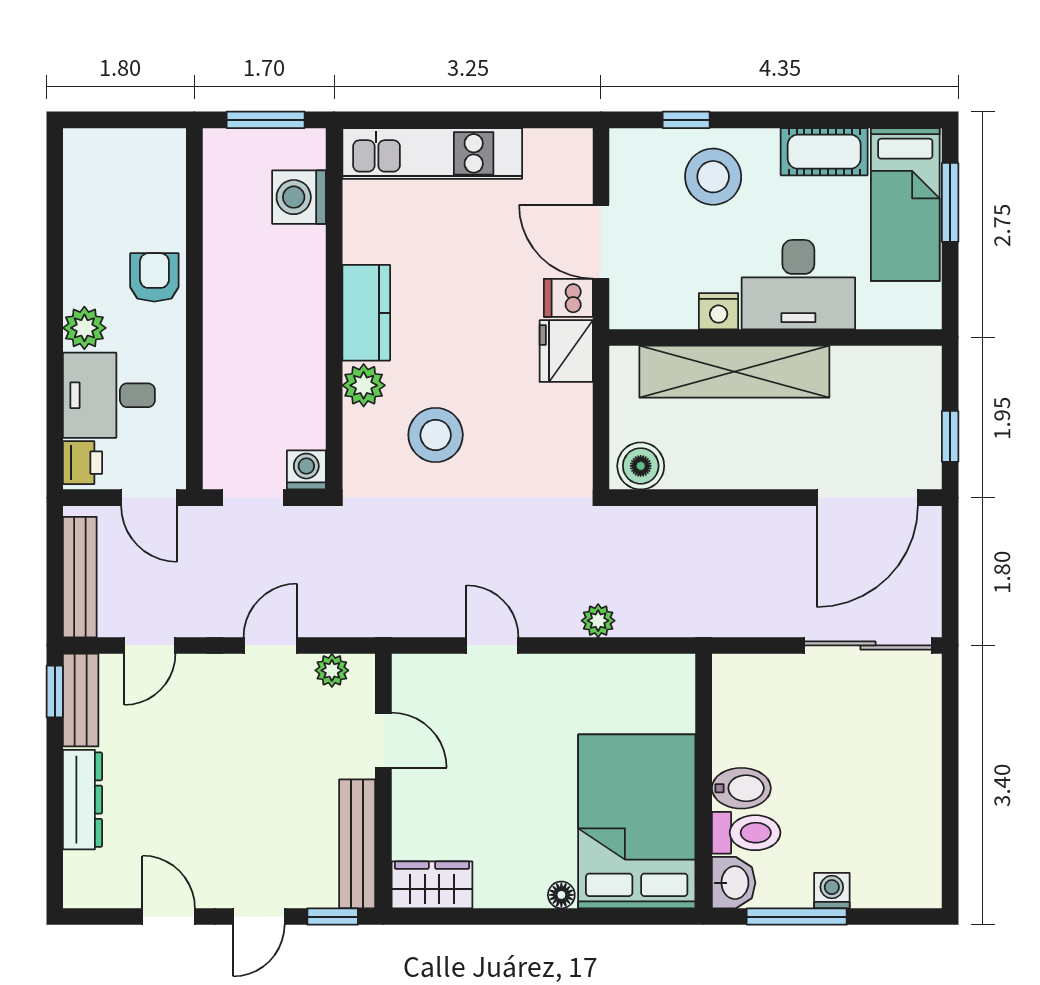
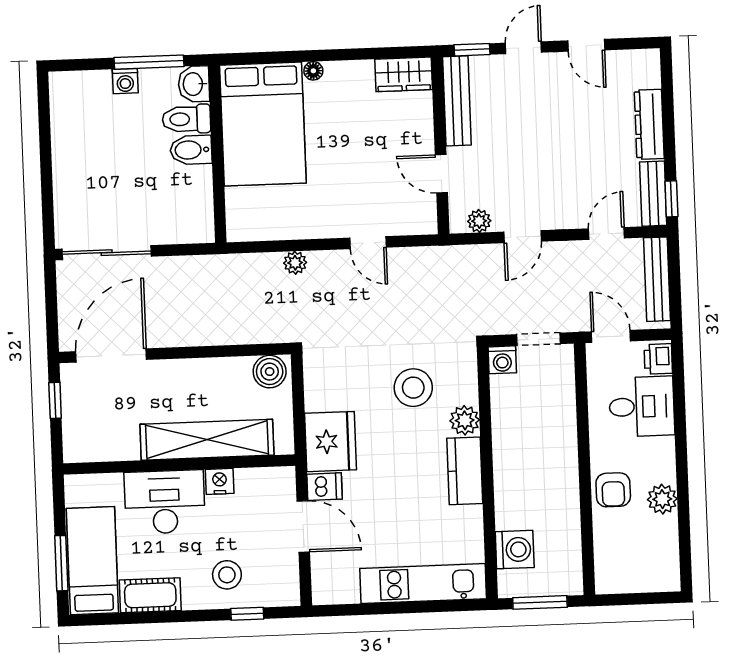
stool: (713, 177) -> (227, 575), width x0.73, depth x0.73
plant: (84, 328) -> (662, 499), moved
fridge: (566, 351) -> (331, 442), width x1.36, depth x1.34

